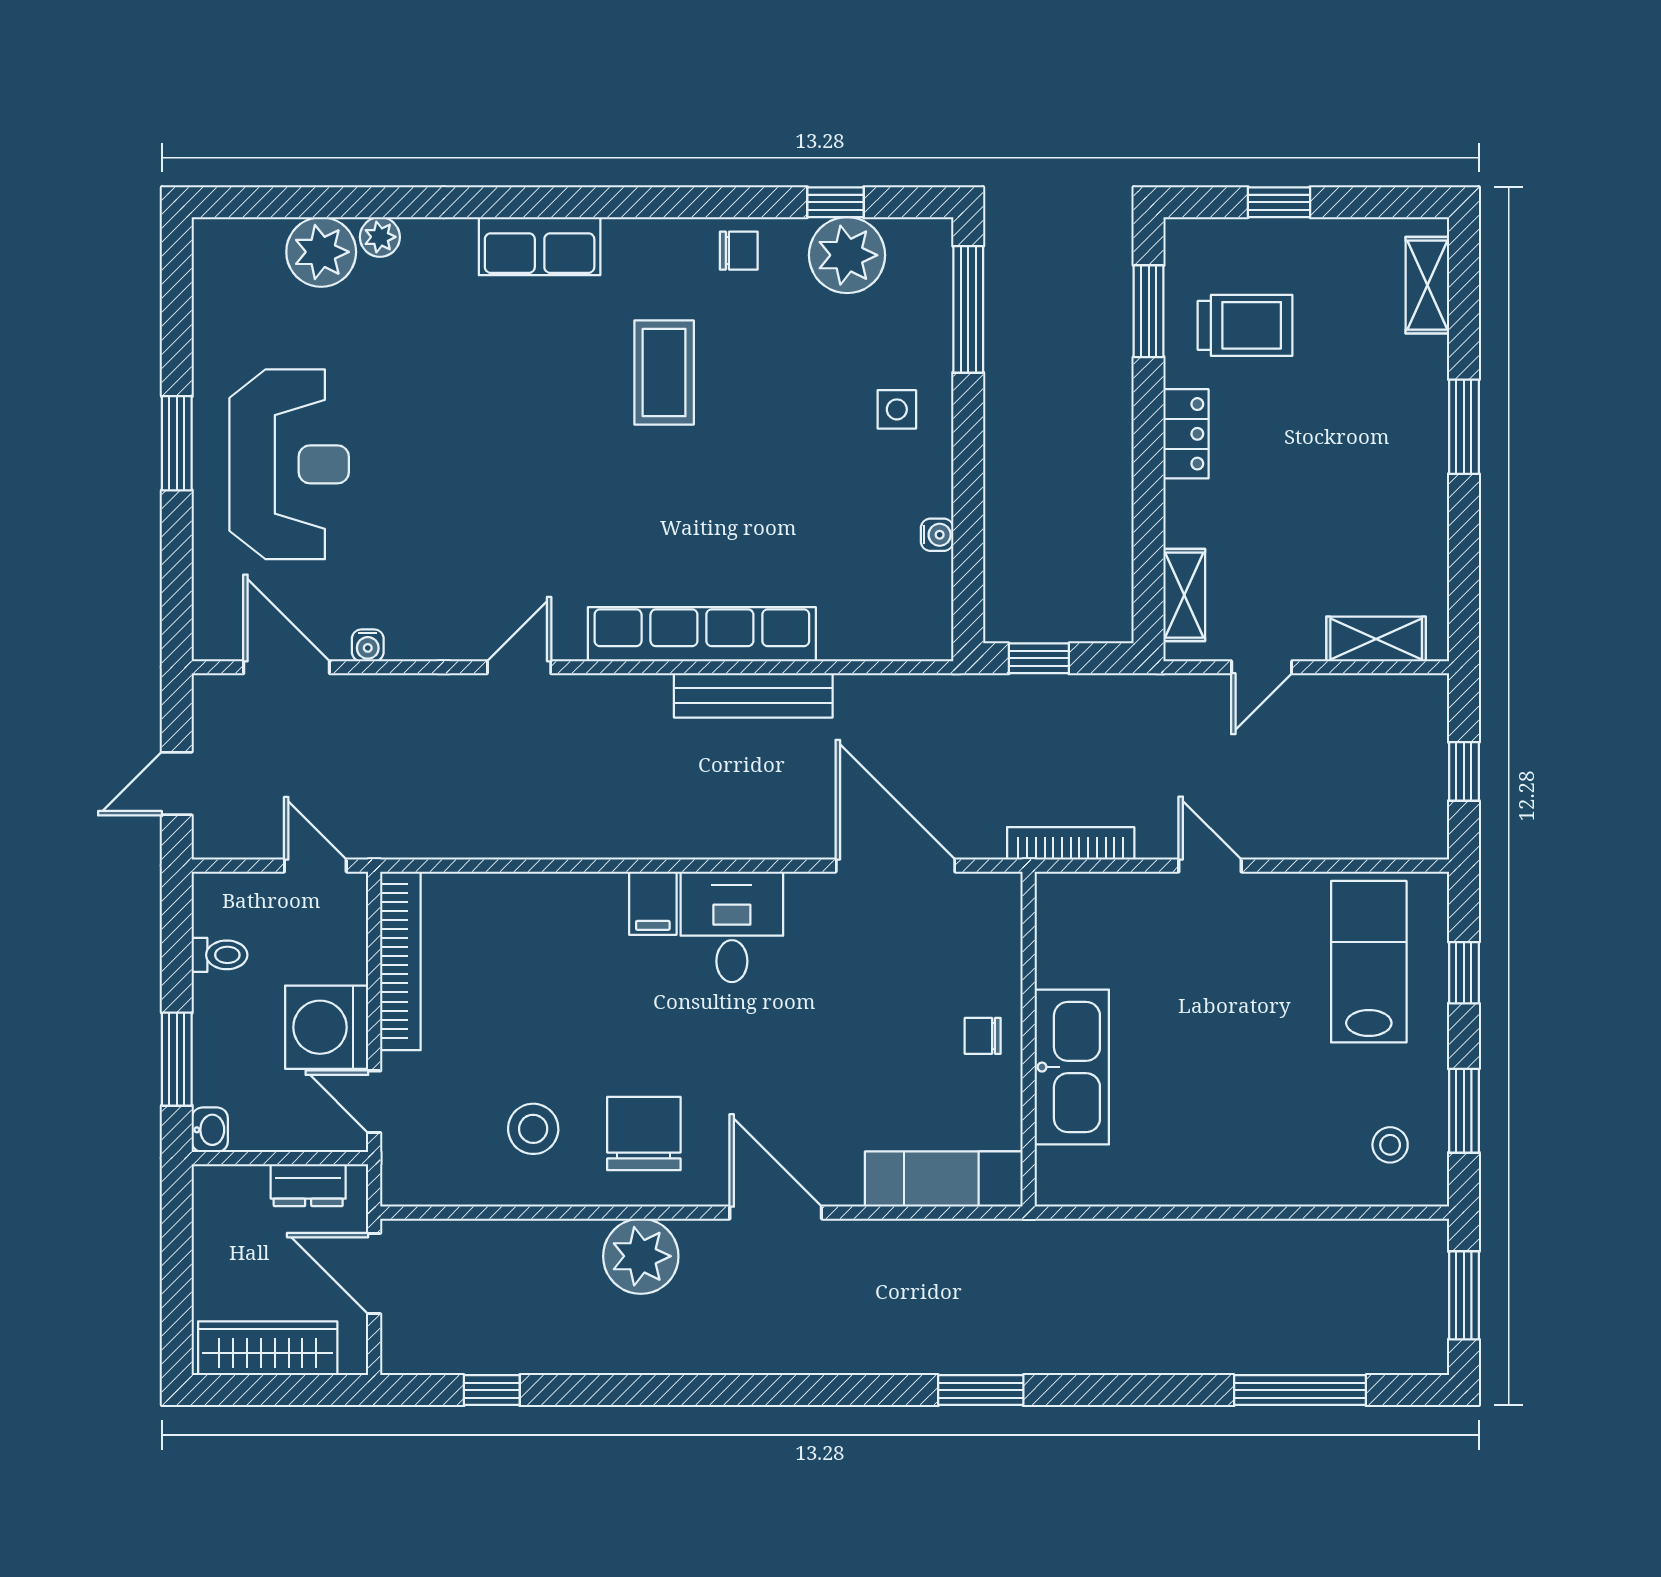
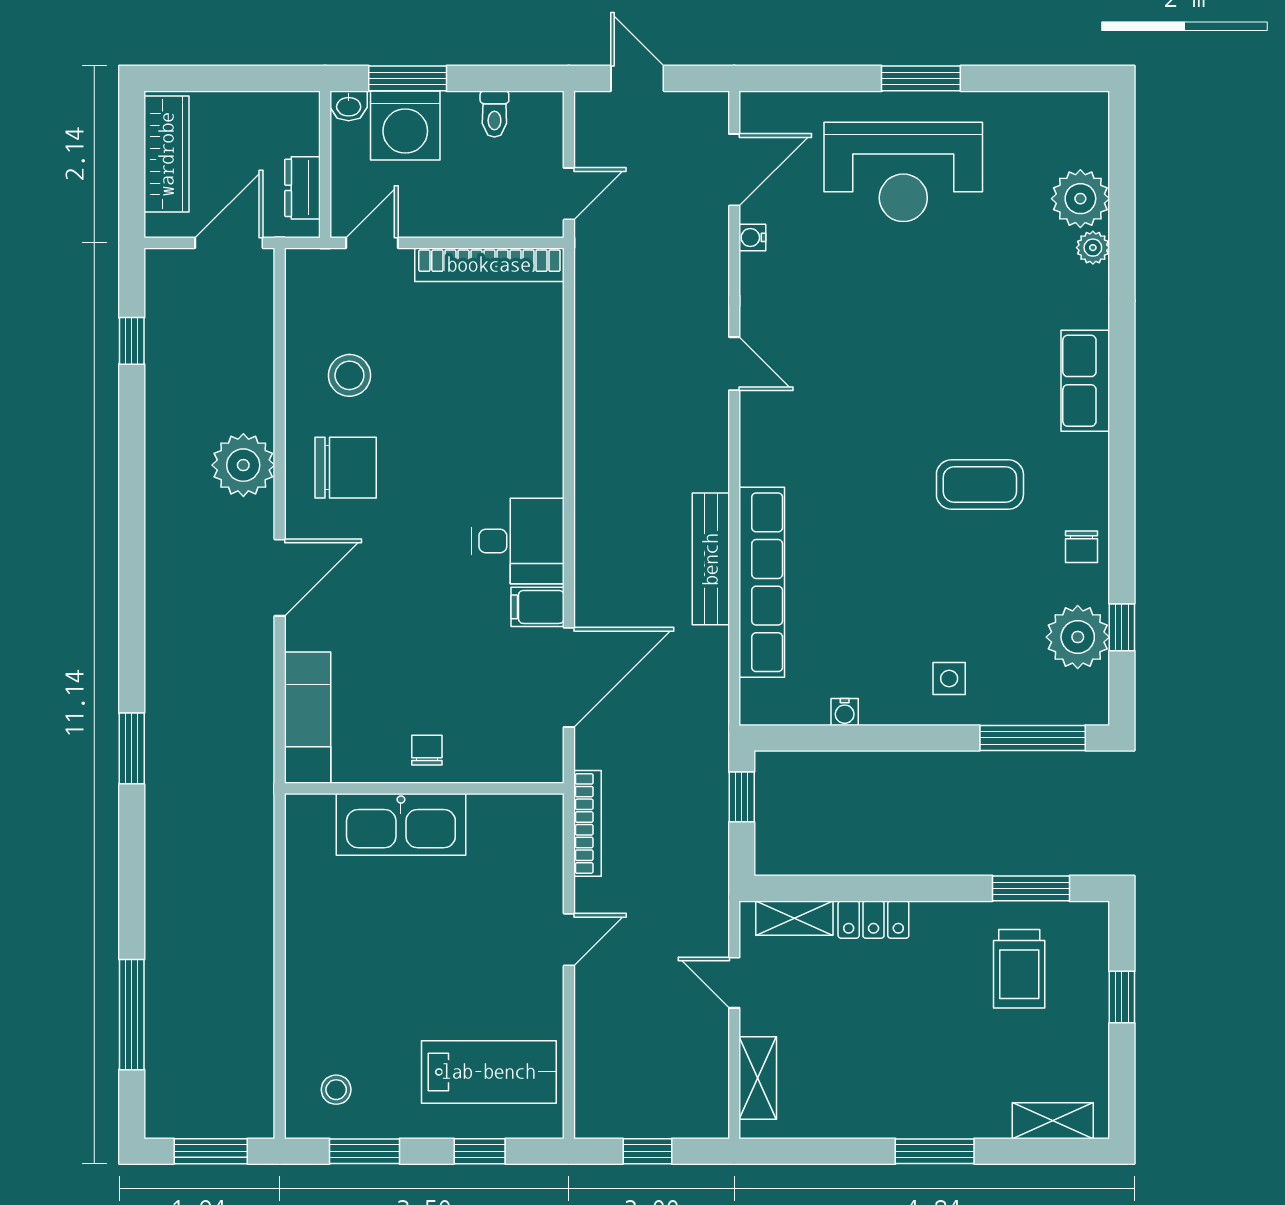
locker: (1186, 434) -> (873, 920), moved
row of seats: (702, 634) -> (762, 582), moved
filing cabinet: (653, 903) -> (538, 607), moved
washing machine: (327, 1027) -> (405, 125), moved, turned 180

